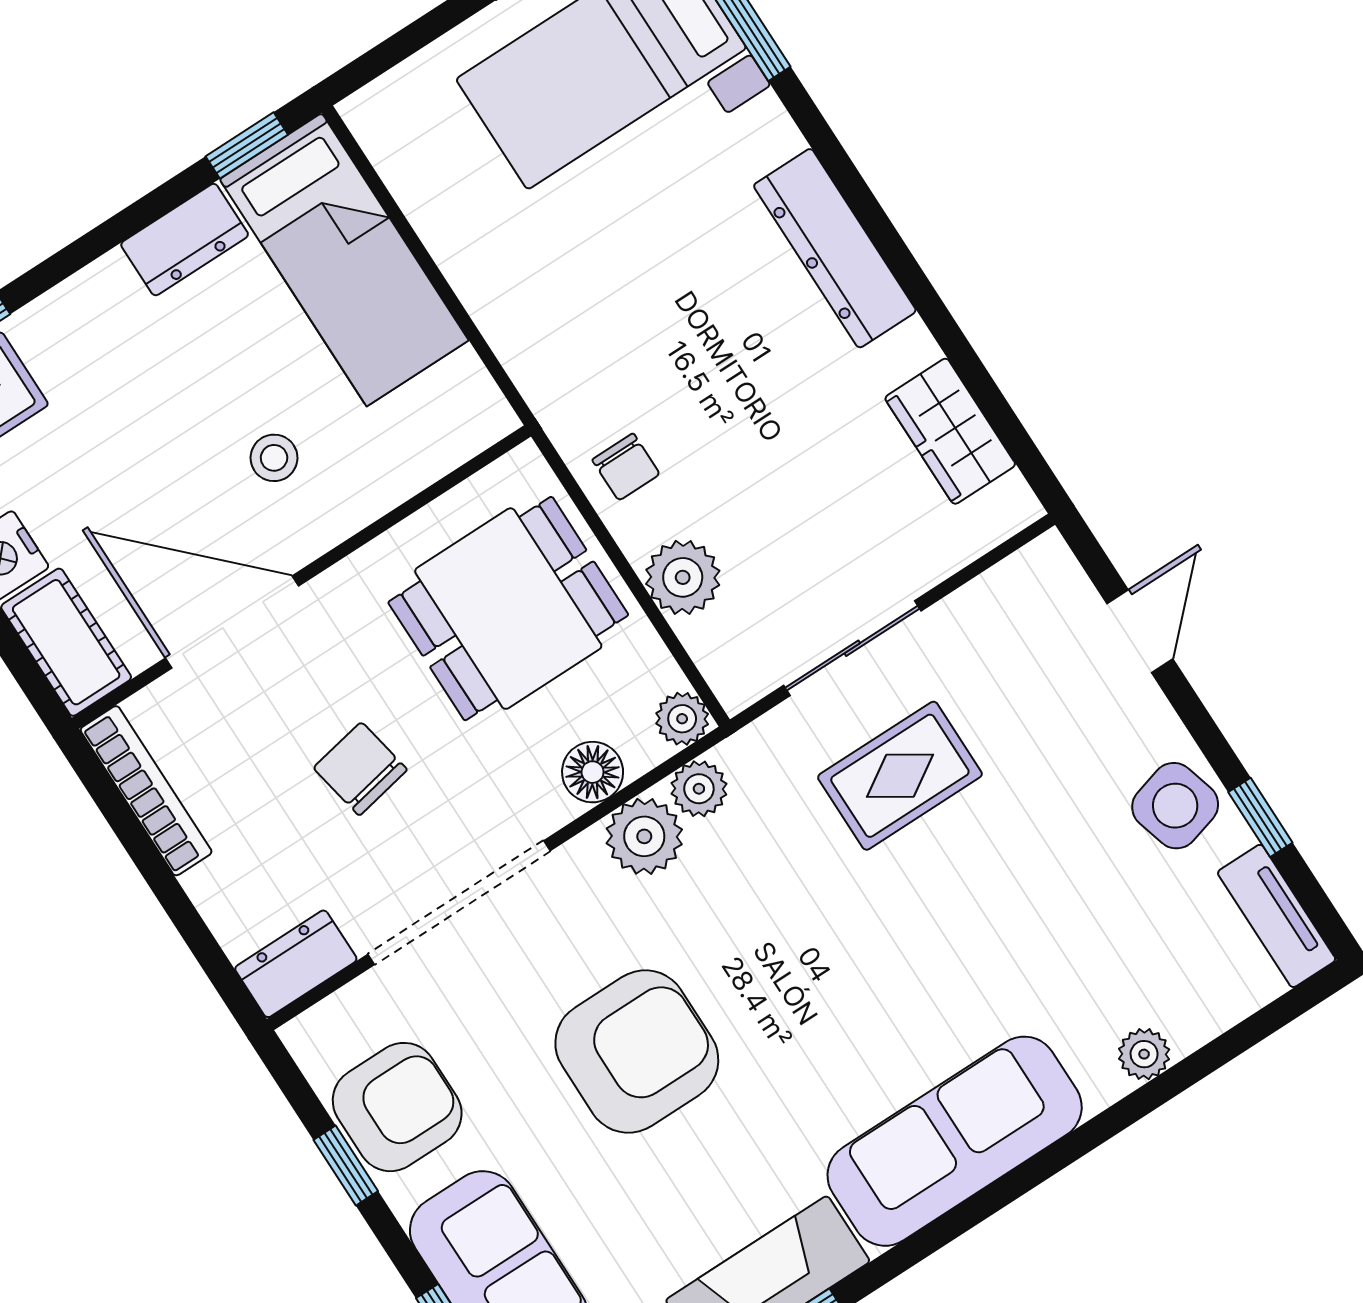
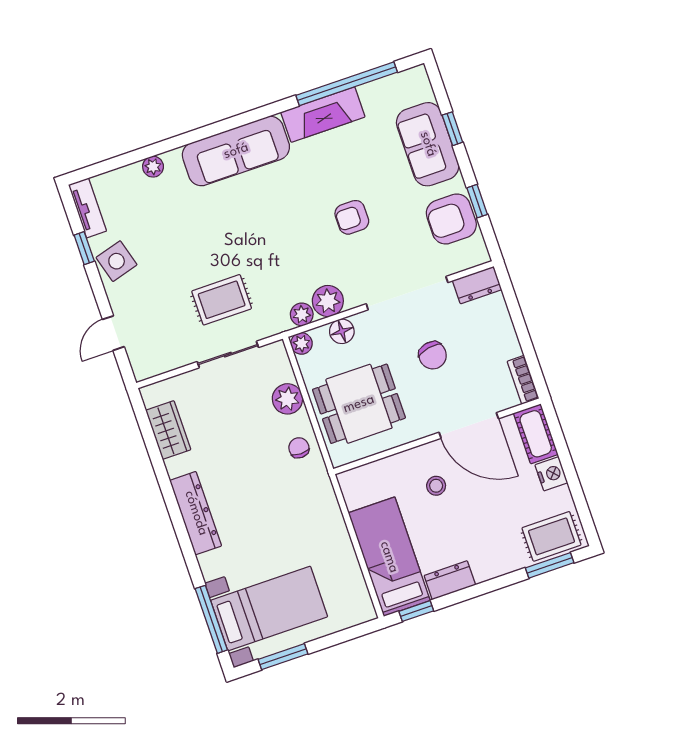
bookcase: (146, 791) -> (523, 380), width x0.64
armchair: (637, 1051) -> (352, 217), width x0.53, depth x0.53

